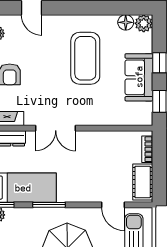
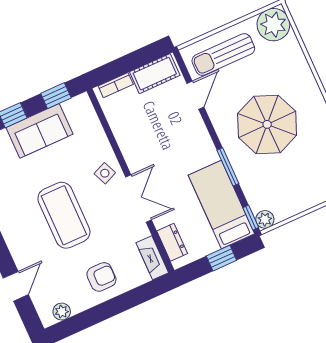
coffee table: (85, 58) -> (64, 215), moved, turned 90
side table: (86, 112) -> (105, 173), added

